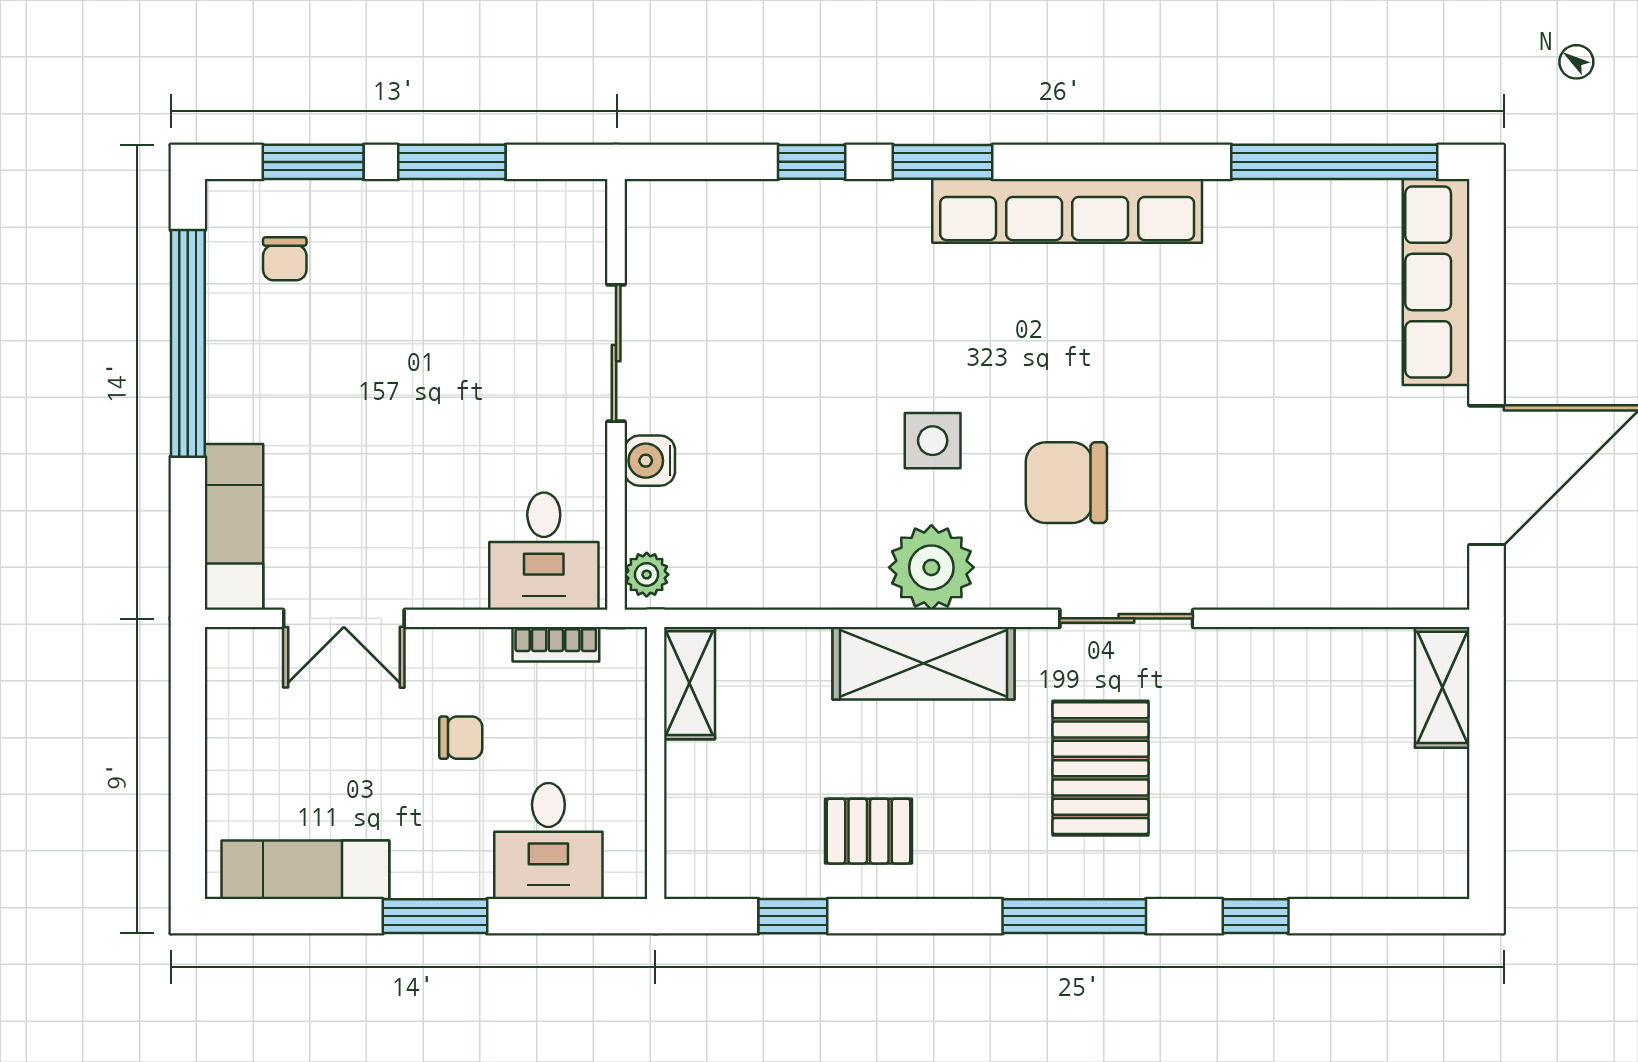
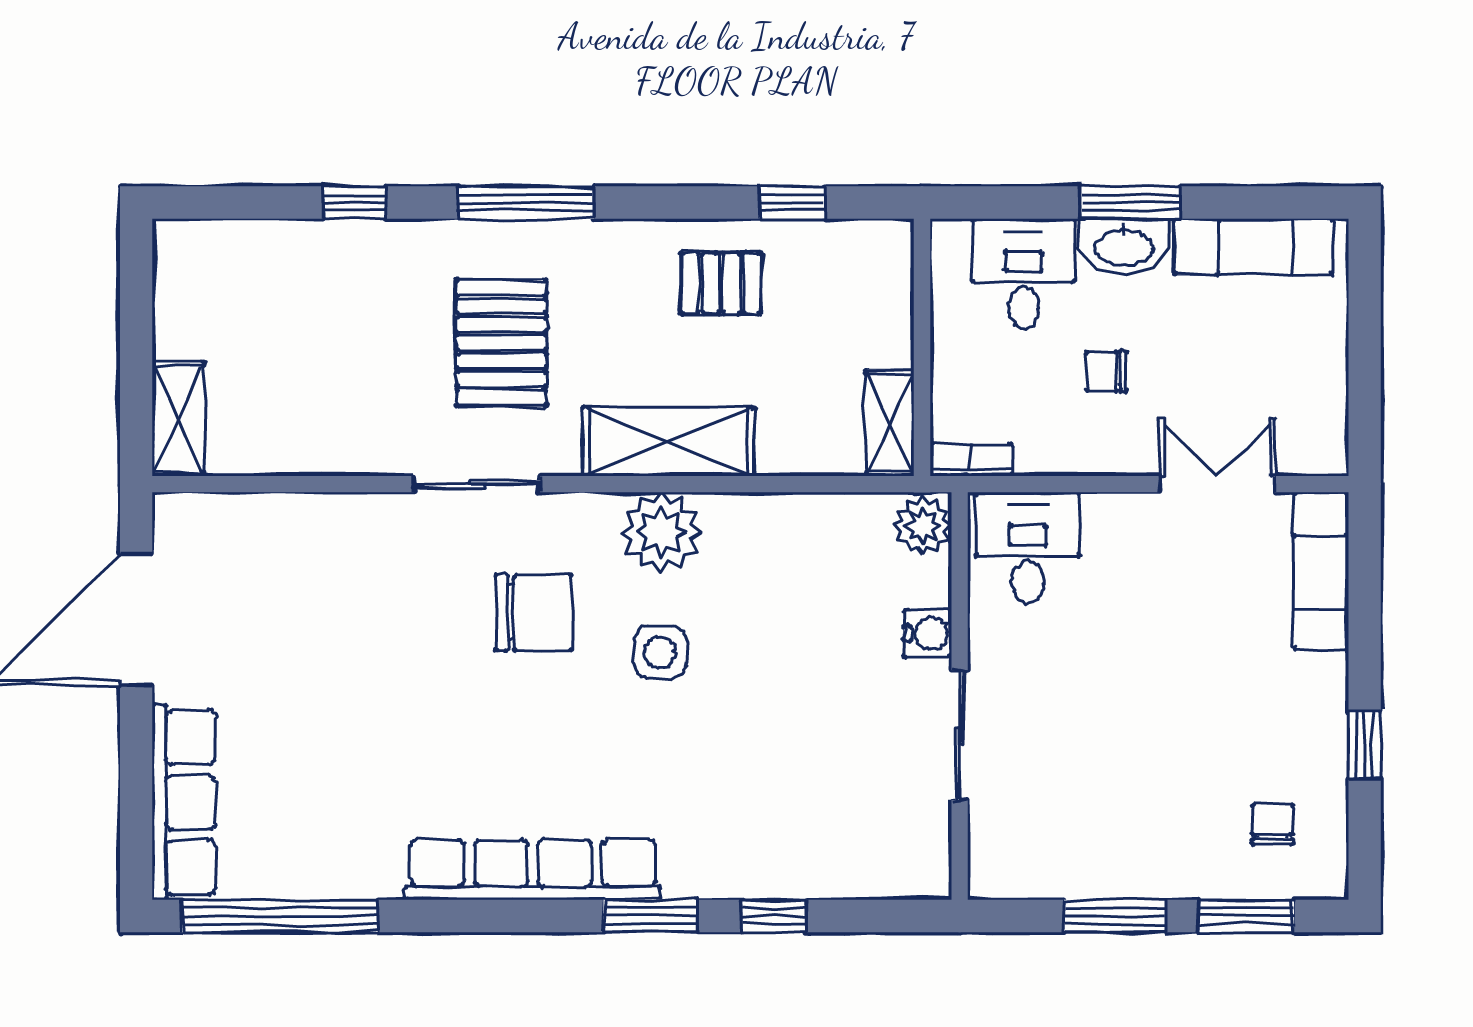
window: (188, 343) -> (1365, 744), width x0.32
plant: (647, 575) -> (923, 526), width x1.38, depth x1.38
bookcase: (556, 644) -> (971, 460), moved
washbasin: (442, 870) -> (1124, 246), added

